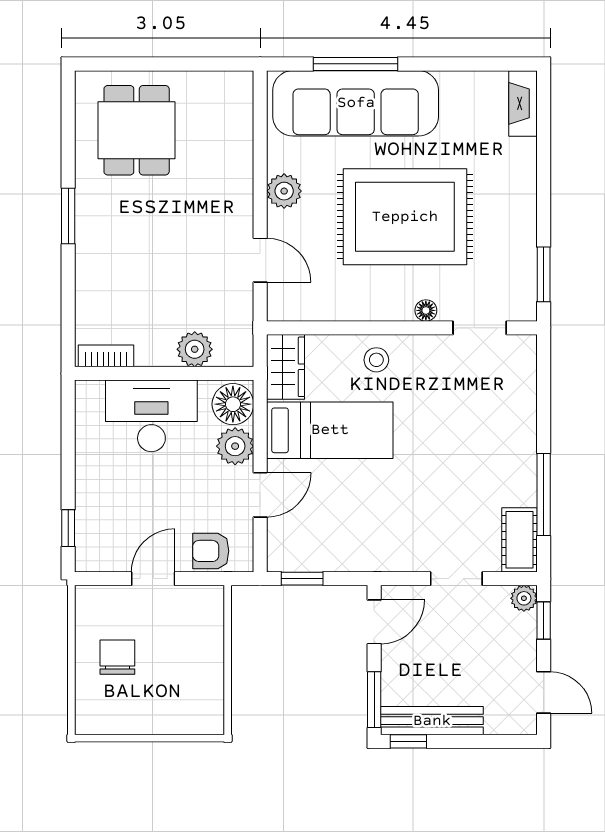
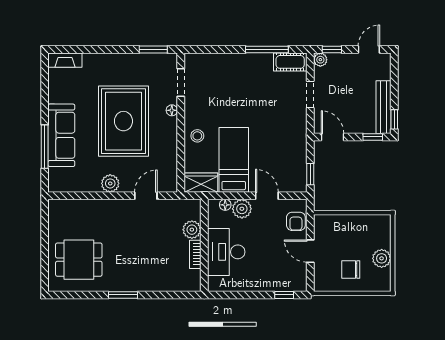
sofa: (356, 103) -> (61, 135), width x0.74, depth x0.79
bookcase: (106, 356) -> (195, 254), moved
floor lamp: (233, 404) -> (225, 205), width x0.53, depth x0.53
window: (374, 700) -> (373, 137), width x0.67
plant: (139, 717) -> (382, 258), added

